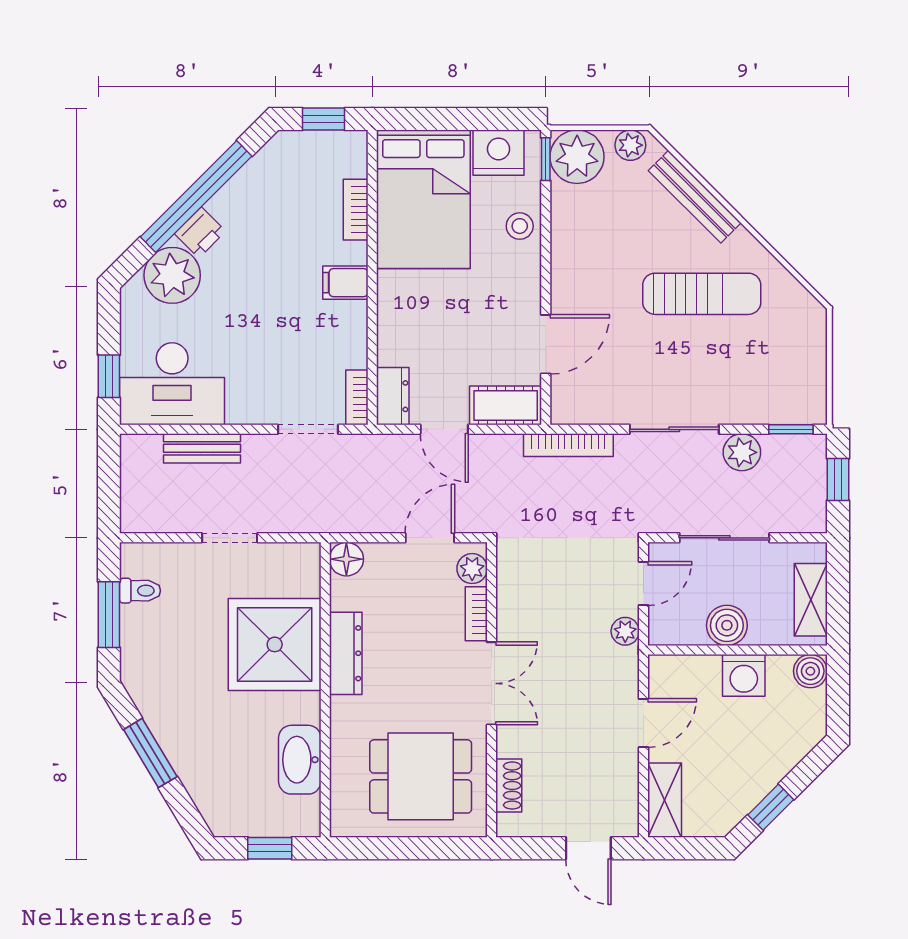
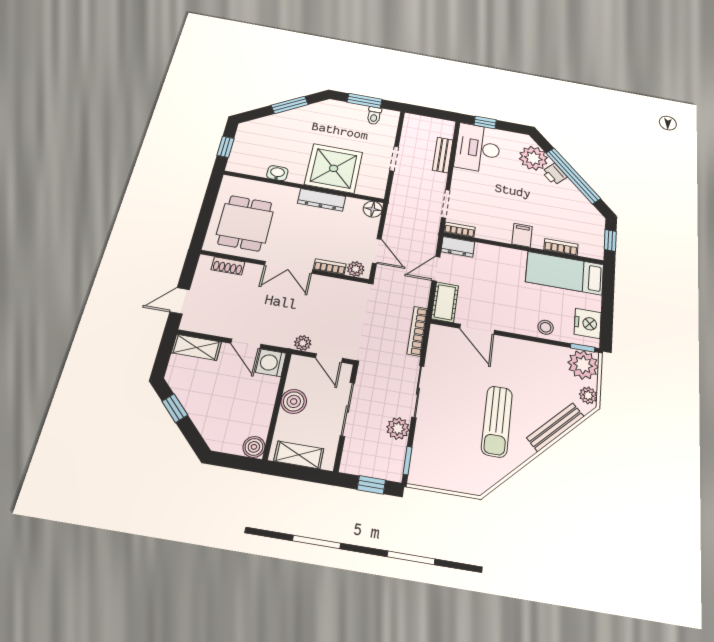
bed: (423, 199) -> (565, 273), width x0.67
washing machine: (744, 675) -> (271, 363), moved
washbasin: (300, 760) -> (277, 173), width x0.52, depth x0.69

